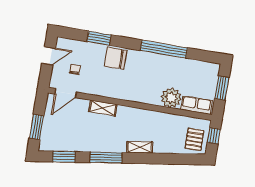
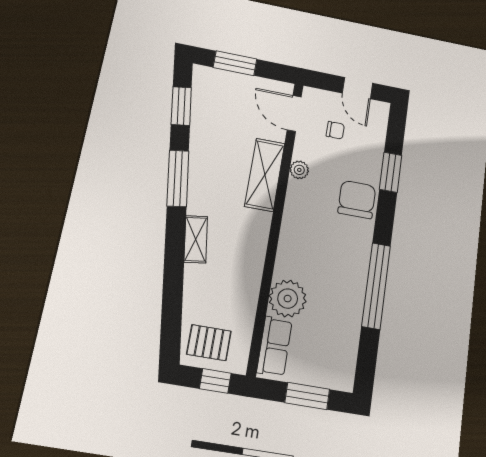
plant: (99, 91) -> (299, 170), added
shelving: (103, 108) -> (265, 175), width x1.50, depth x1.33

